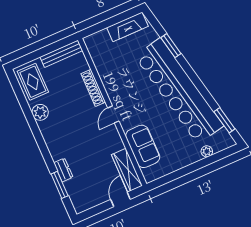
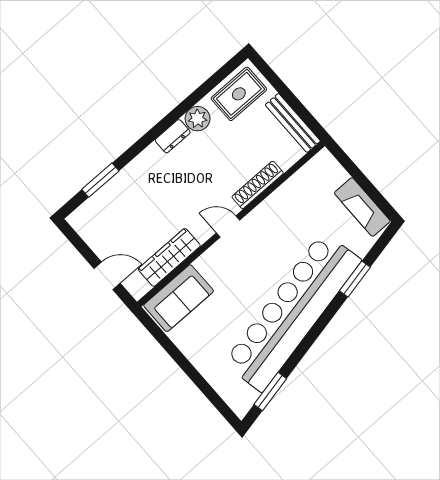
sofa: (143, 146) -> (179, 298), moved
plant: (207, 151) -> (217, 380), removed
dresser: (63, 170) -> (173, 136), moved
wardrobe: (127, 170) -> (169, 257), moved

